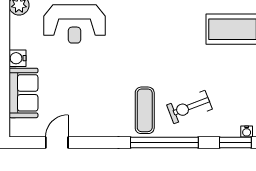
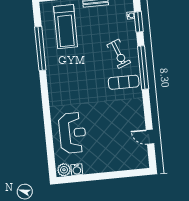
water cooler: (17, 58) -> (77, 170), moved
sofa: (23, 93) -> (120, 161), removed

